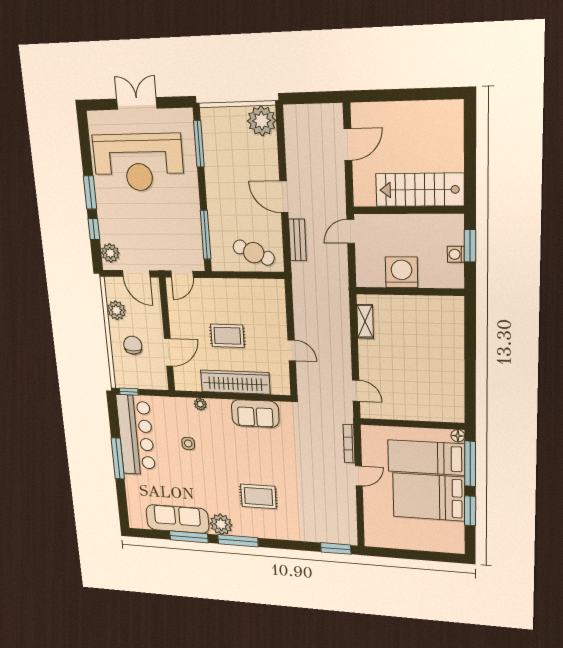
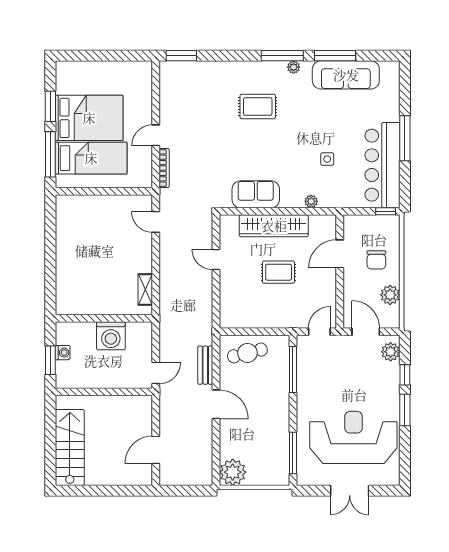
stairs: (420, 190) -> (70, 447), moved, turned -90
cafe table: (254, 253) -> (247, 353), turned -36
floor lamp: (458, 436) -> (62, 182), removed
plant: (221, 524) -> (294, 67), width x0.53, depth x0.53

